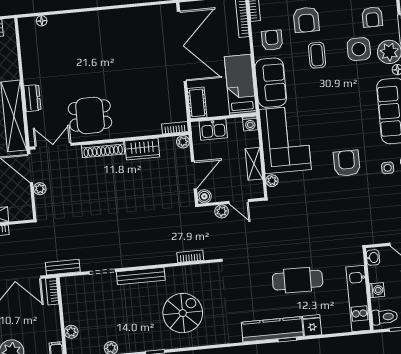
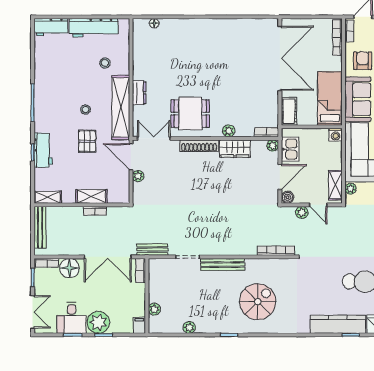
plant: (134, 130) -> (229, 131), added
kitchen sink: (213, 130) -> (290, 149), moved, turned -90
shelving: (254, 164) -> (335, 185), moved
bookcase: (190, 256) -> (276, 251), width x1.56

